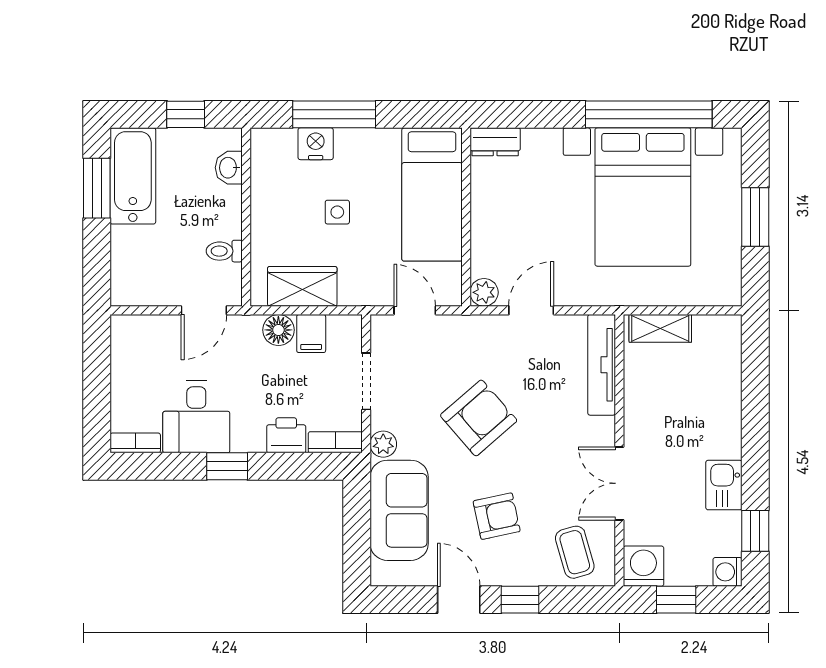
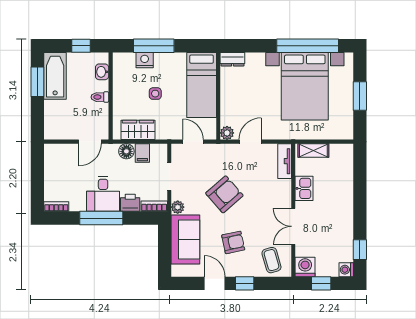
toilet: (224, 251) -> (100, 97), moved
tv unit: (602, 365) -> (285, 161), width x0.71
desk: (196, 417) -> (103, 194), moved
window: (227, 466) -> (101, 218), width x2.17
kitchen sink: (724, 485) -> (304, 188), moved, turned 180

